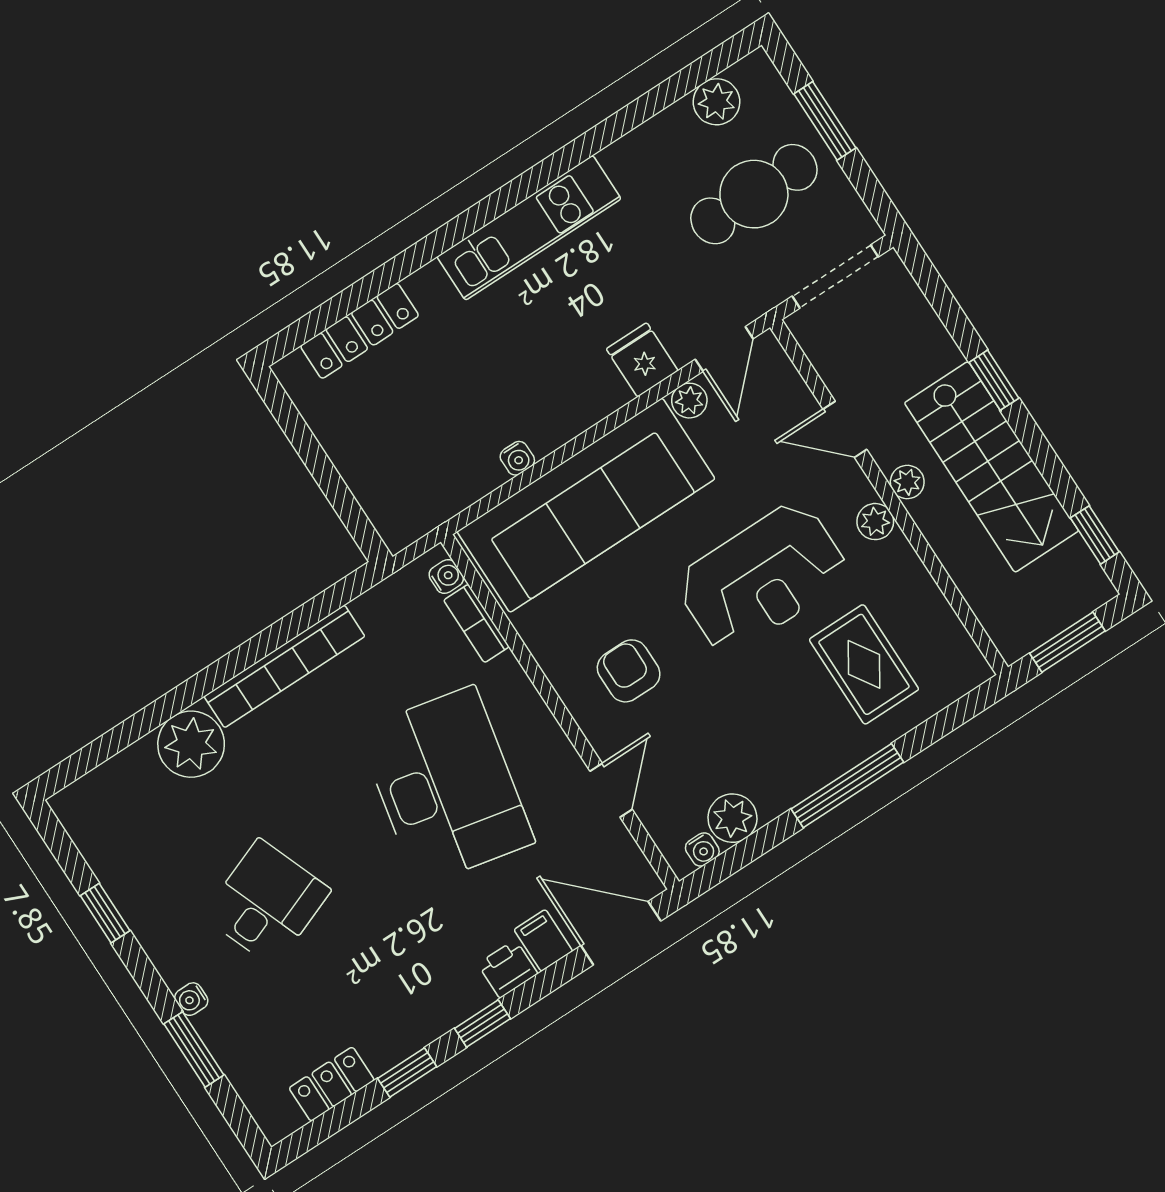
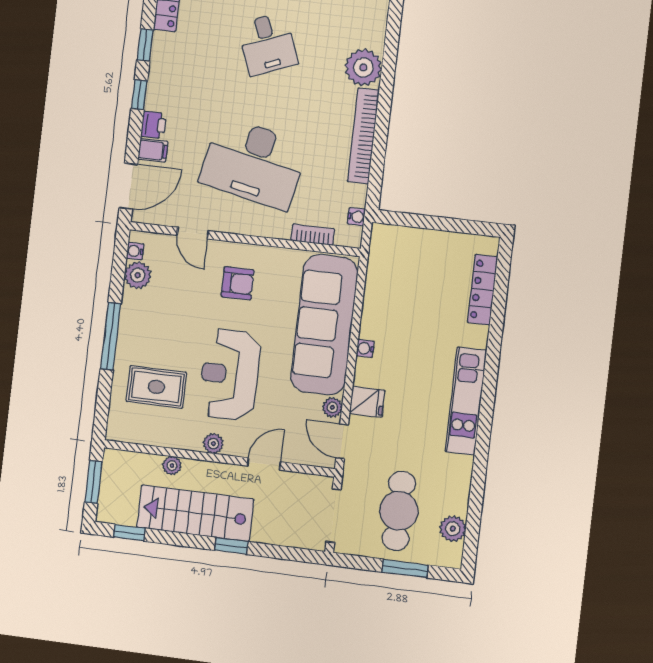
water cooler: (517, 458) -> (365, 348), moved
plant: (907, 482) -> (172, 466), moved
water cooler: (446, 576) -> (356, 217), moved, turned -90

